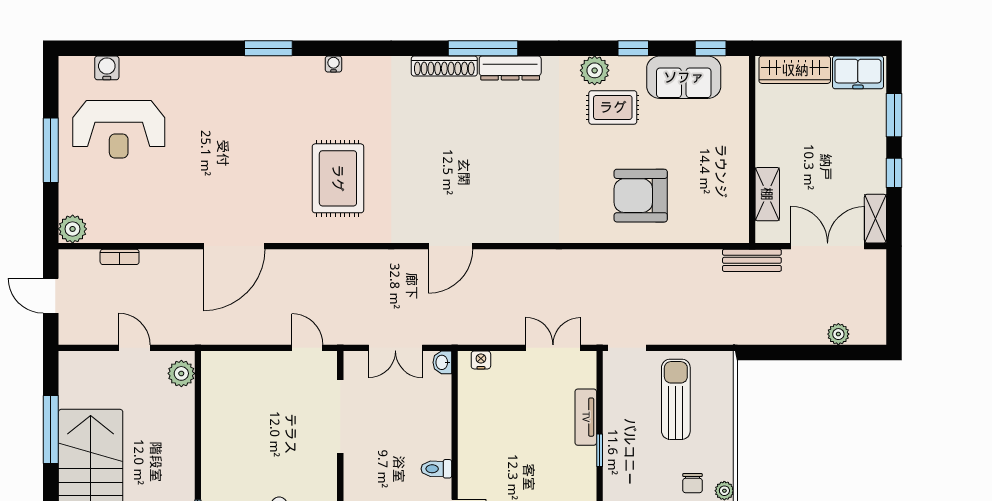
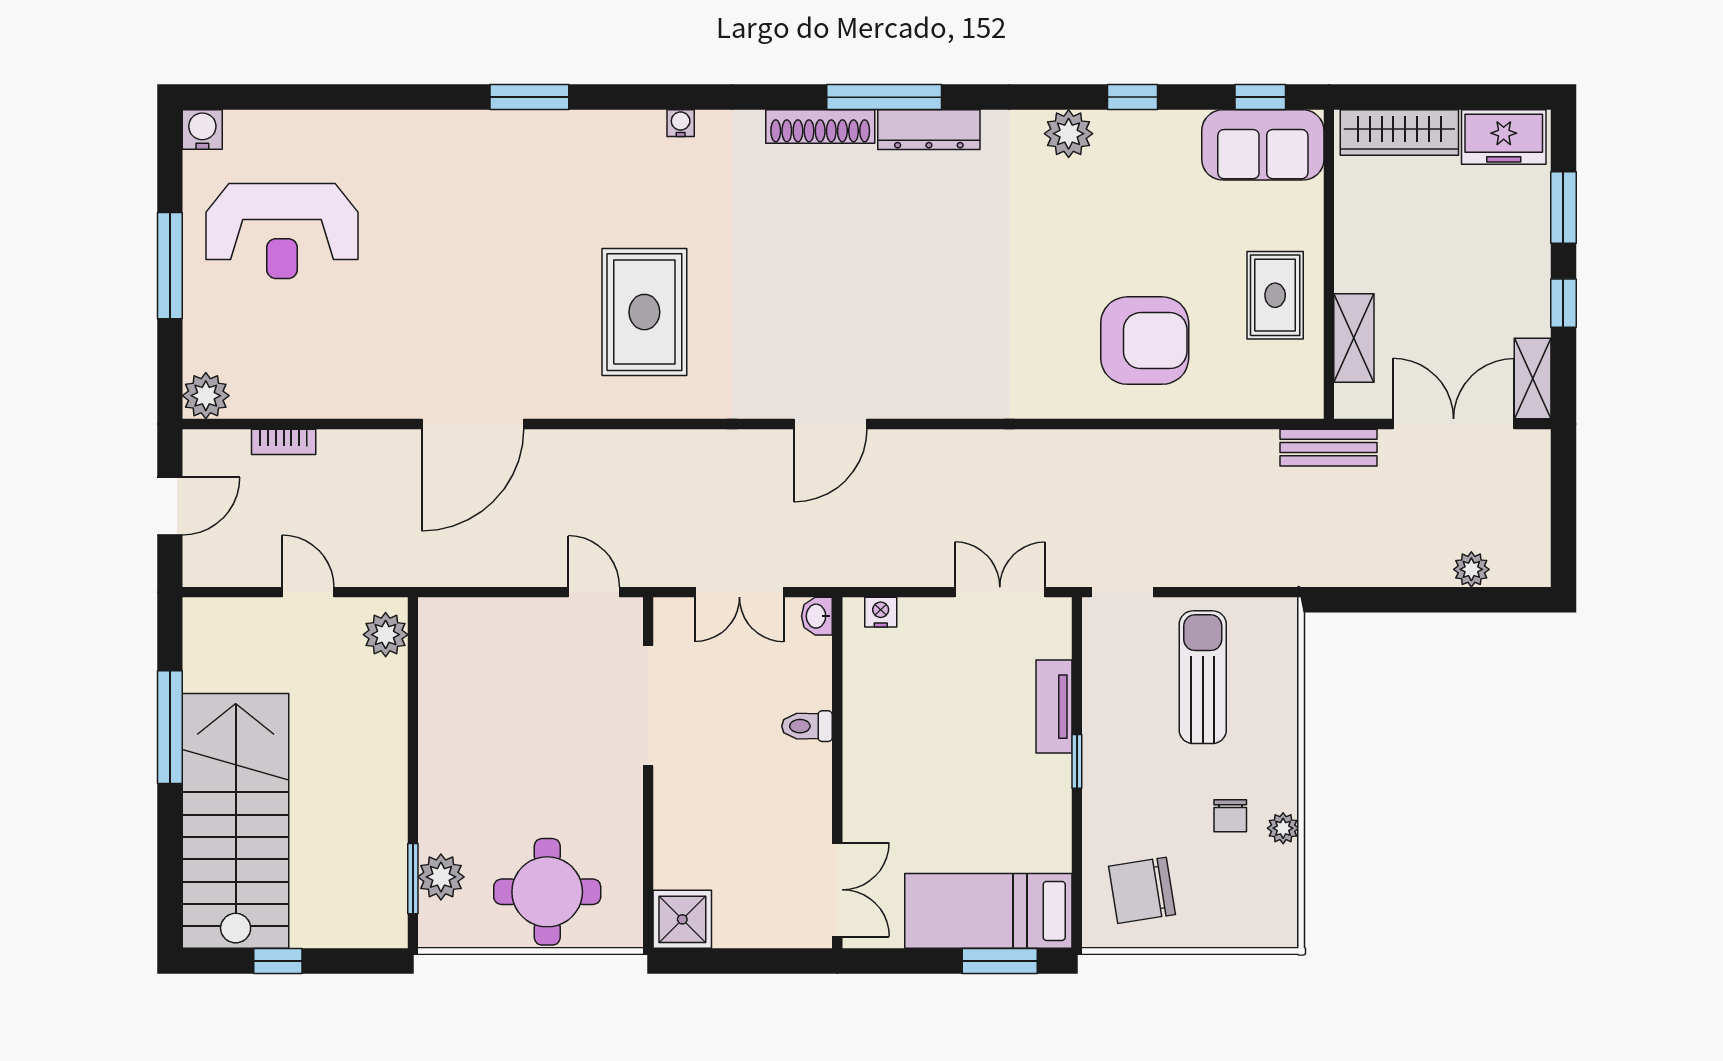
water cooler: (333, 64) -> (681, 123), moved
water cooler: (107, 68) -> (202, 130), moved
sofa: (684, 77) -> (1263, 145), moved
rug: (613, 107) -> (1275, 295), moved, turned 90
armchair: (641, 196) -> (1145, 341), turned 180
door: (51, 296) -> (170, 506), swing flipped
toilet: (436, 469) -> (807, 726), moved

